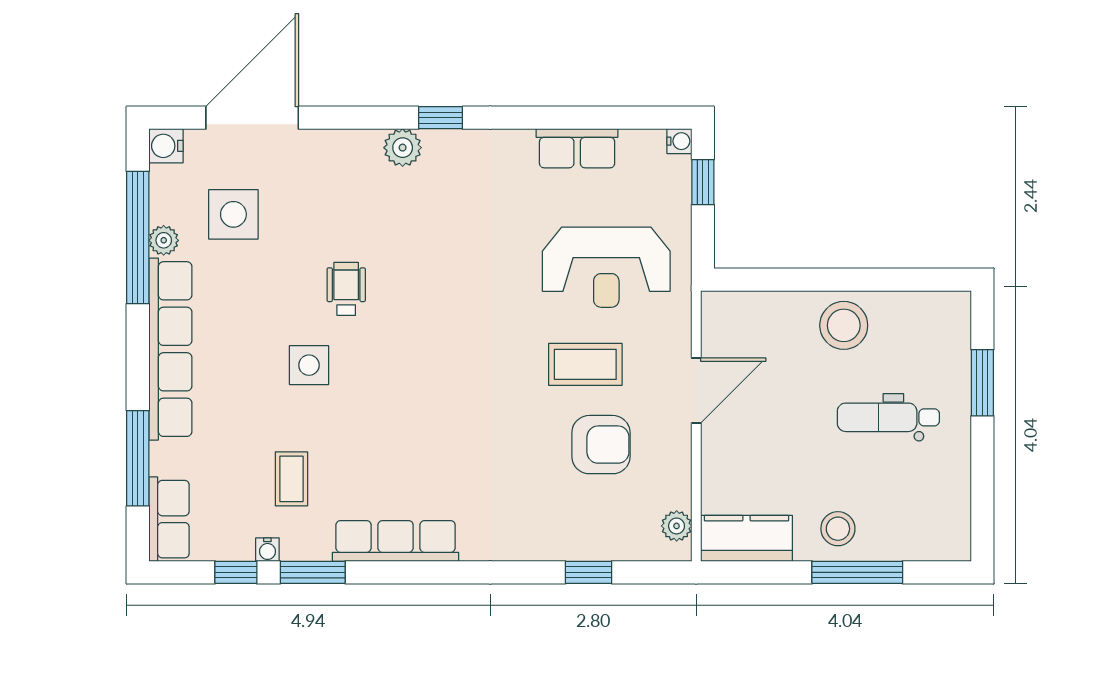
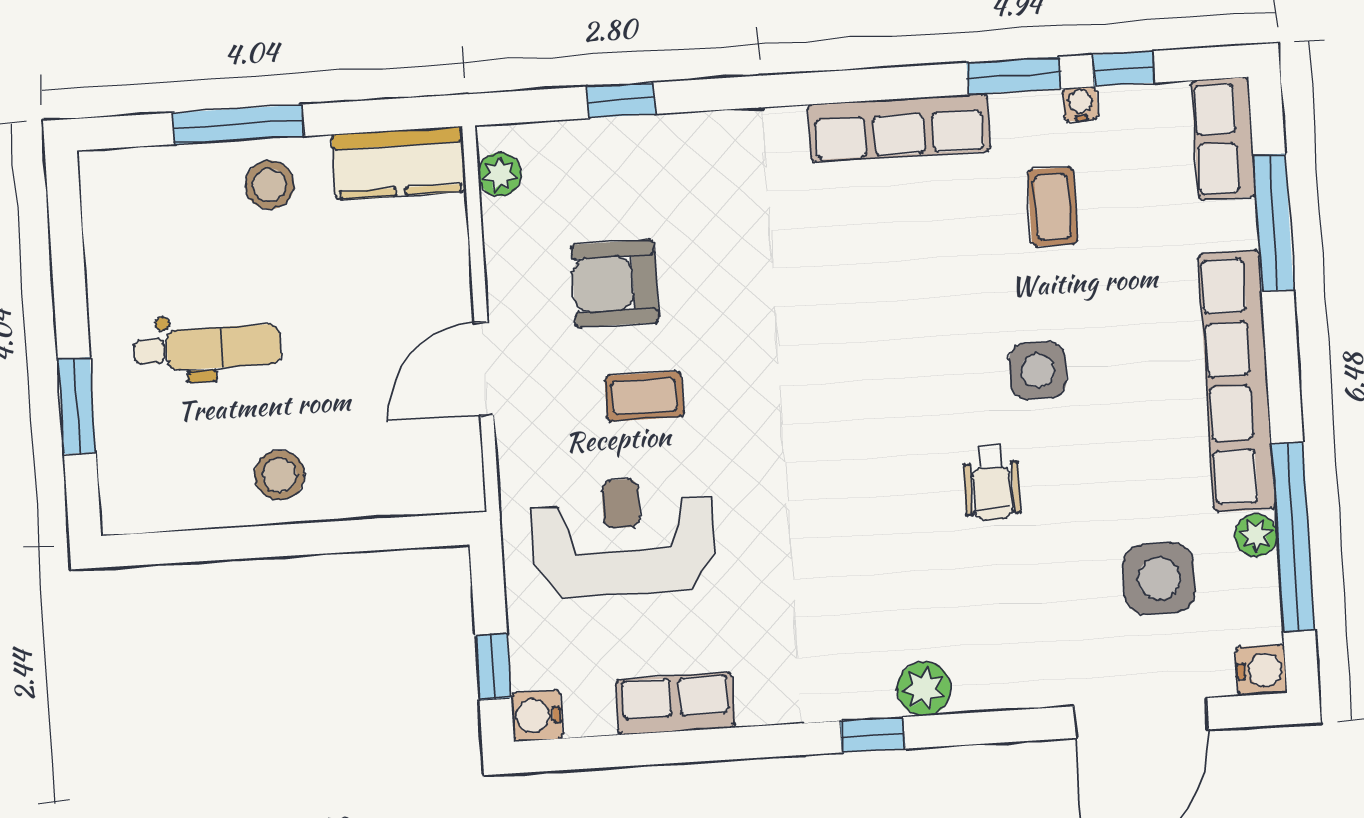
water cooler: (679, 141) -> (537, 716), width x1.38, depth x1.38
stool: (844, 325) -> (280, 475), width x0.73, depth x0.73
coffee table: (585, 364) -> (644, 396), width x0.73, depth x0.77

